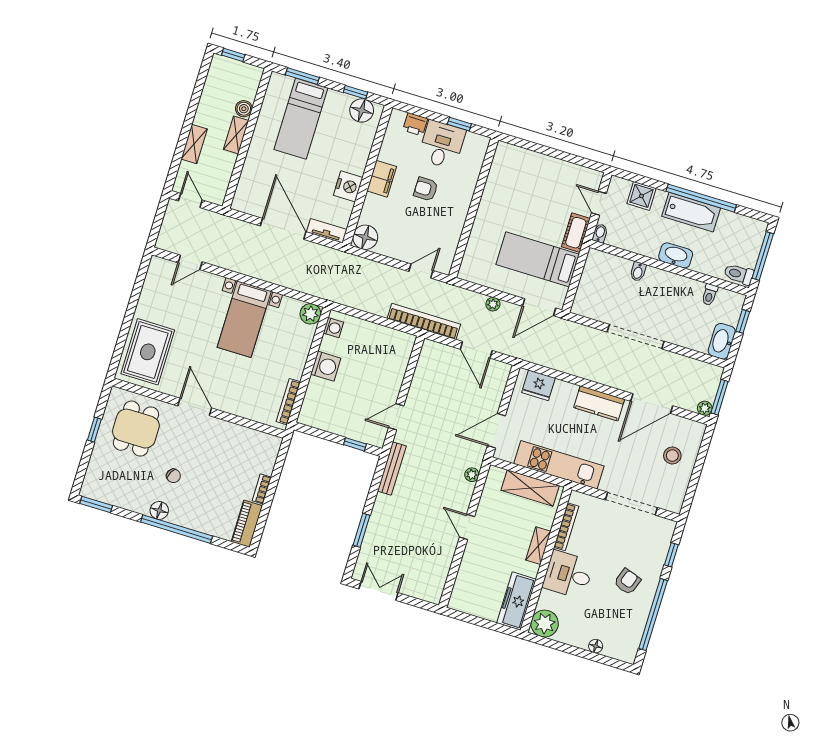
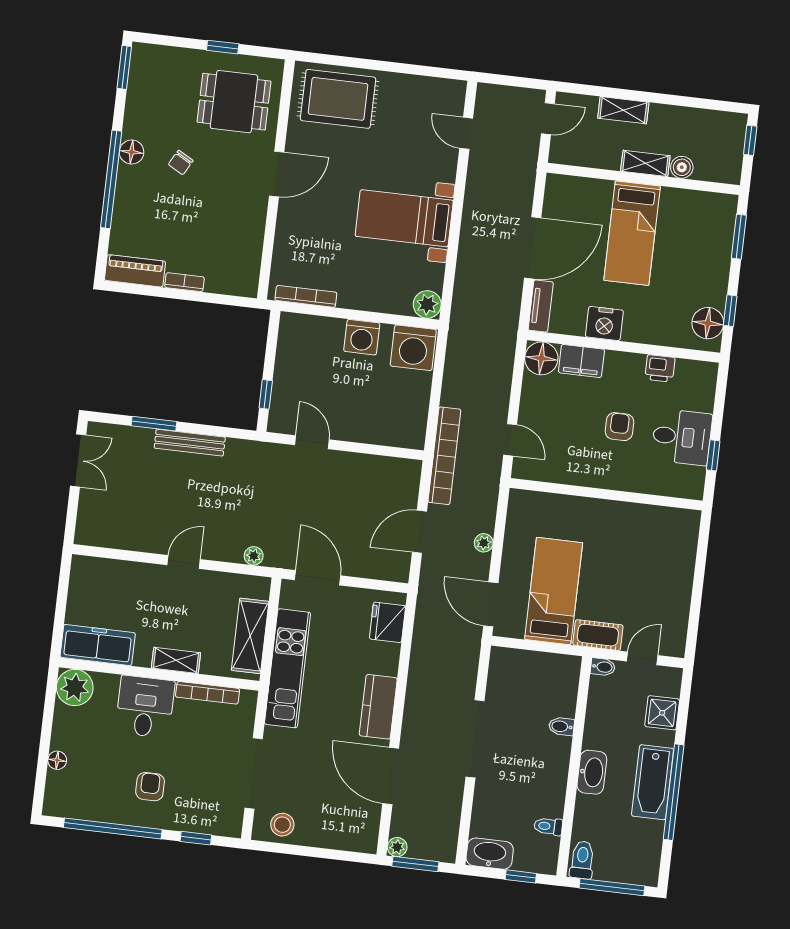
bed: (301, 119) -> (632, 233), moved, turned -90
printer: (415, 124) -> (660, 368), moved, turned -90
filing cabinet: (382, 179) -> (581, 361), moved
washing machine: (333, 328) -> (413, 348), width x1.89, depth x1.89
stool: (672, 456) -> (282, 825), moved
bench: (392, 468) -> (190, 443), moved
armchair: (627, 582) -> (150, 787), turned -109

